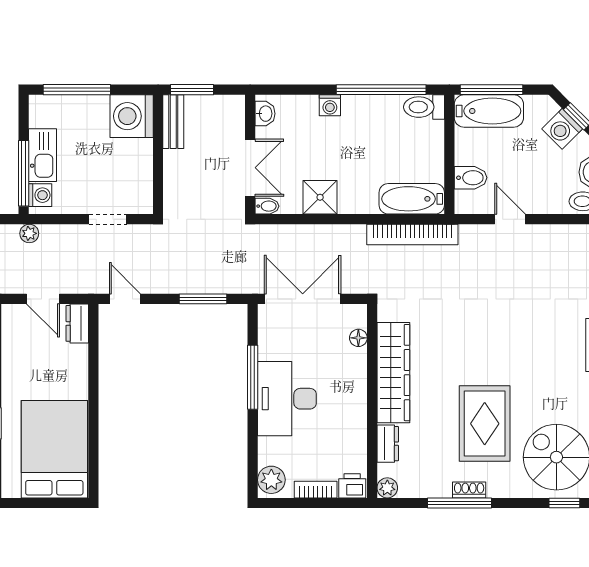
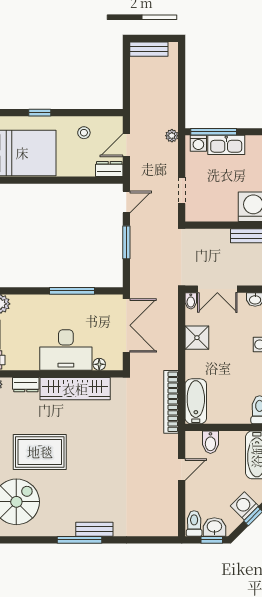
window: (203, 299) -> (126, 242), moved
stool: (25, 360) -> (84, 133), added
desk: (287, 399) -> (66, 350), moved, turned 180

